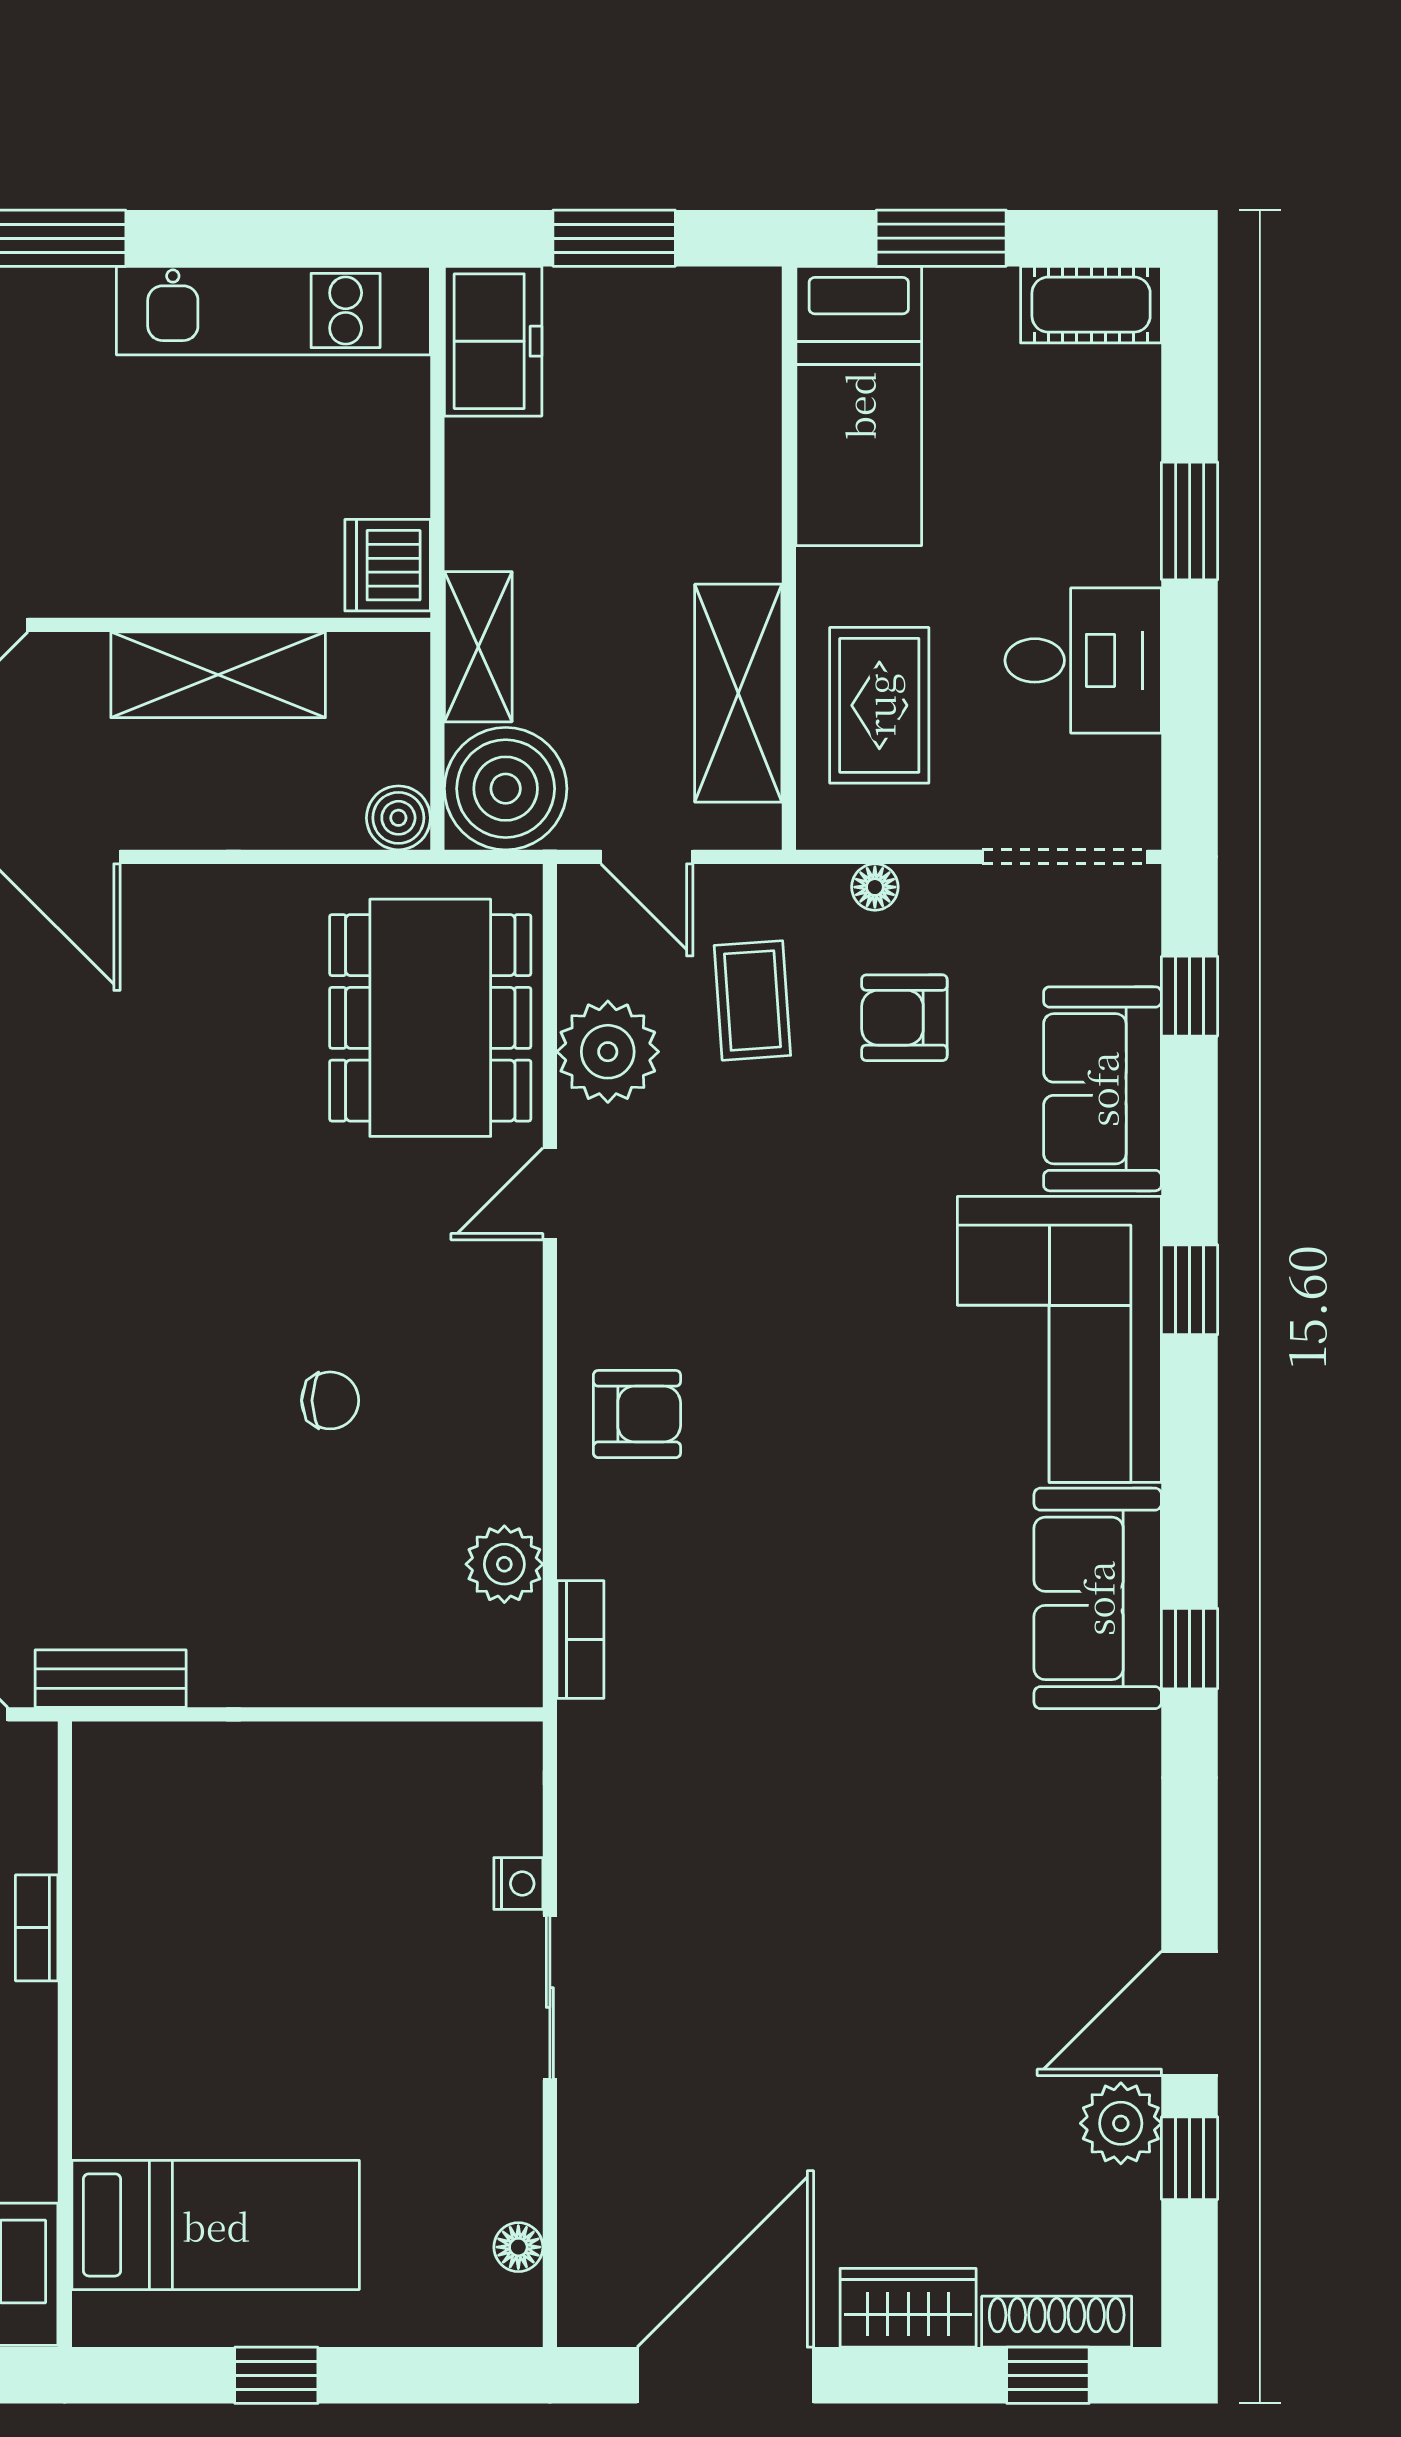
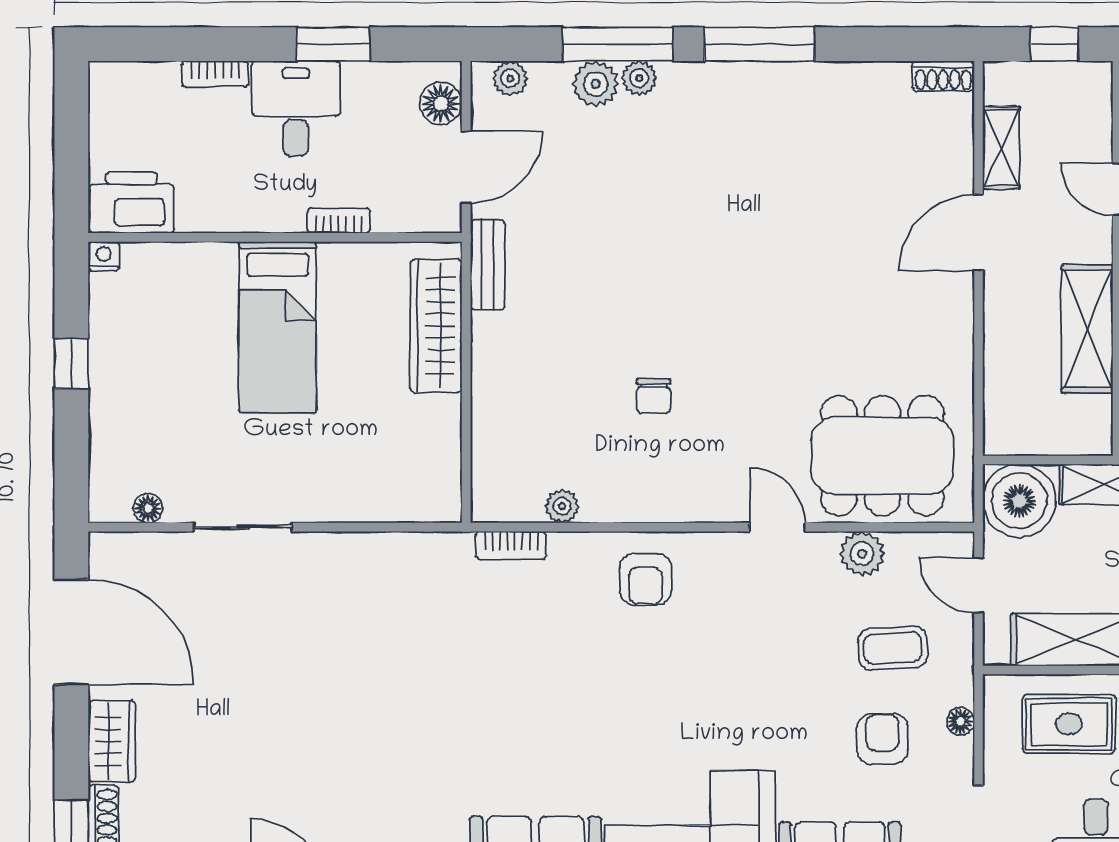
boiler: (398, 818) -> (1002, 437), removed
door: (647, 857) -> (979, 585), hinge flipped
plant: (608, 1052) -> (862, 554), width x0.73, depth x0.73
plant: (504, 1564) -> (562, 506), width x0.73, depth x0.73
wardrobe: (213, 1765) -> (436, 326), added
nightstand: (518, 1884) -> (104, 256), moved, turned 180
sliding door: (550, 1998) -> (243, 527), moved
bed: (216, 2225) -> (278, 327), moved

